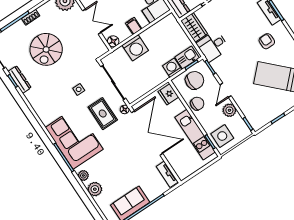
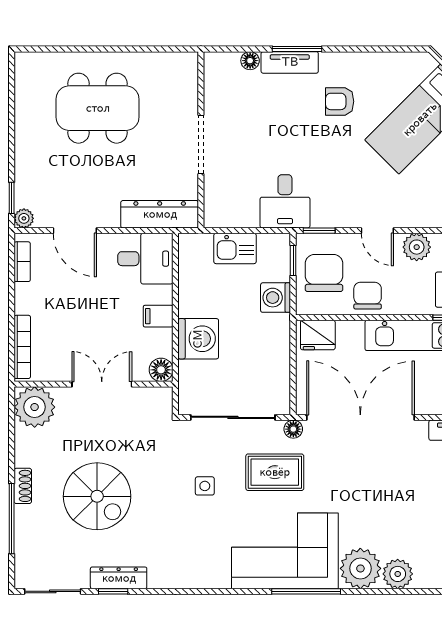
wardrobe: (194, 27) -> (231, 212), removed
kitchen sink: (187, 57) -> (235, 248), moved, turned -90
plant: (83, 175) -> (360, 568), width x1.88, depth x1.88

